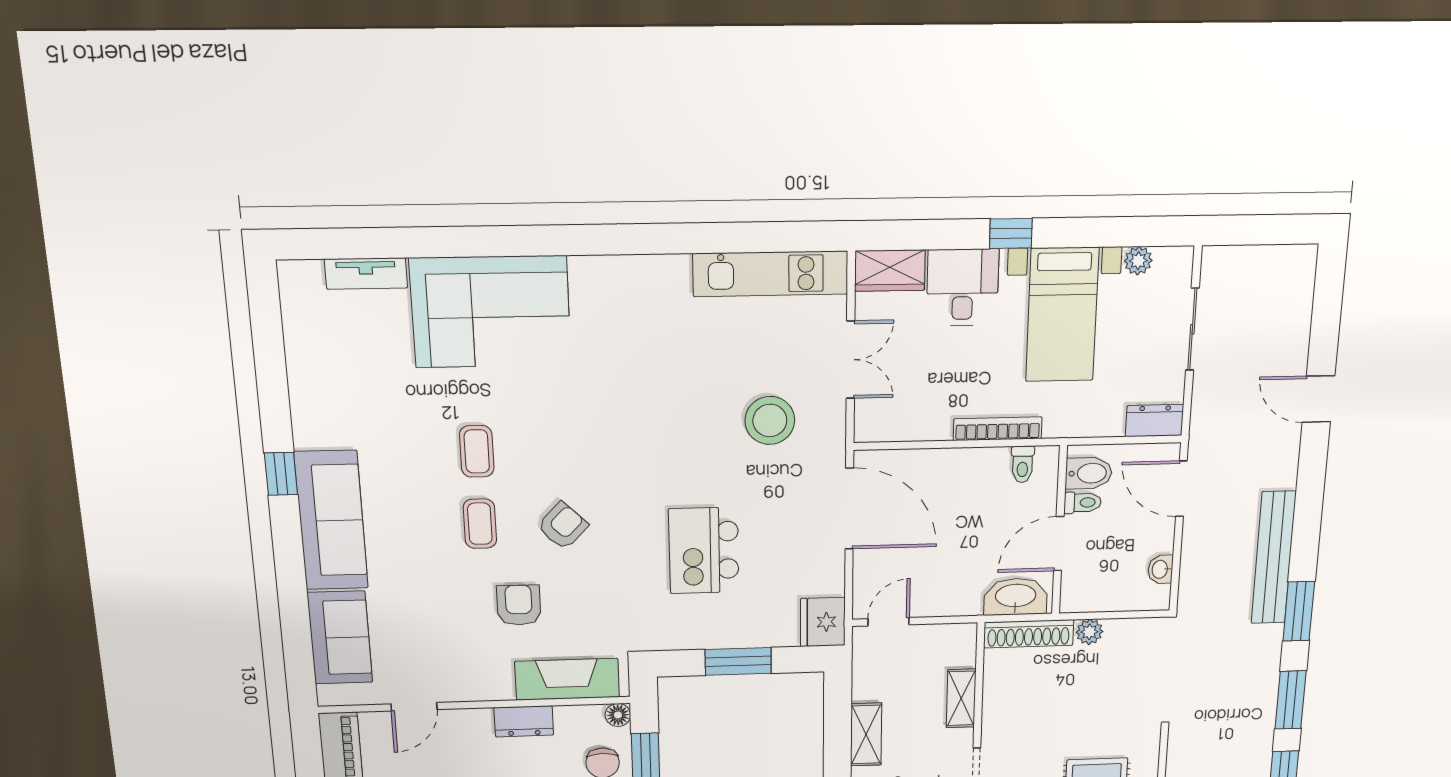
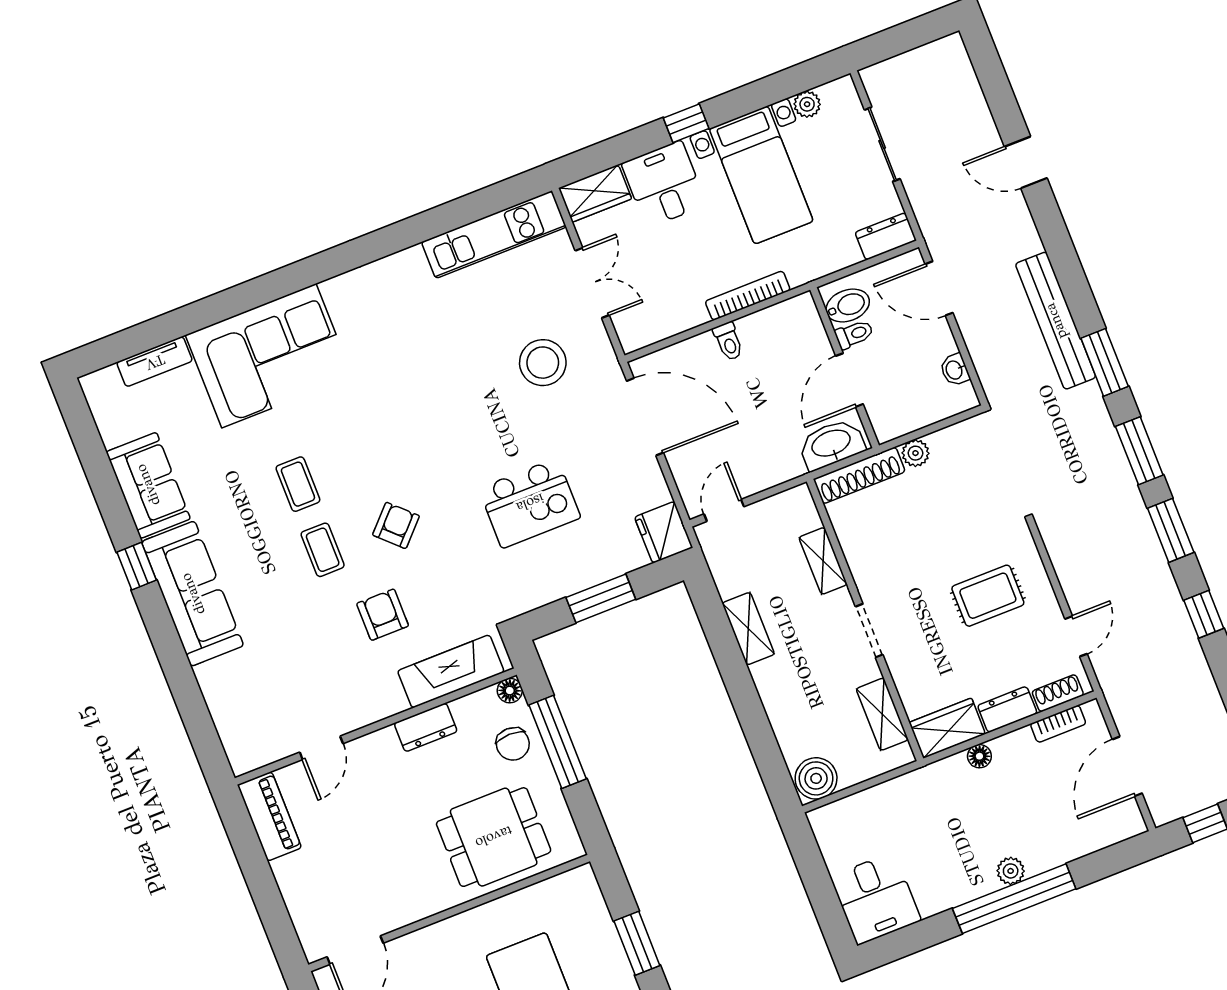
toilet: (1022, 464) -> (728, 341), moved
kitchen island: (704, 551) -> (530, 503), turned -90
sofa: (340, 638) -> (148, 485), moved

